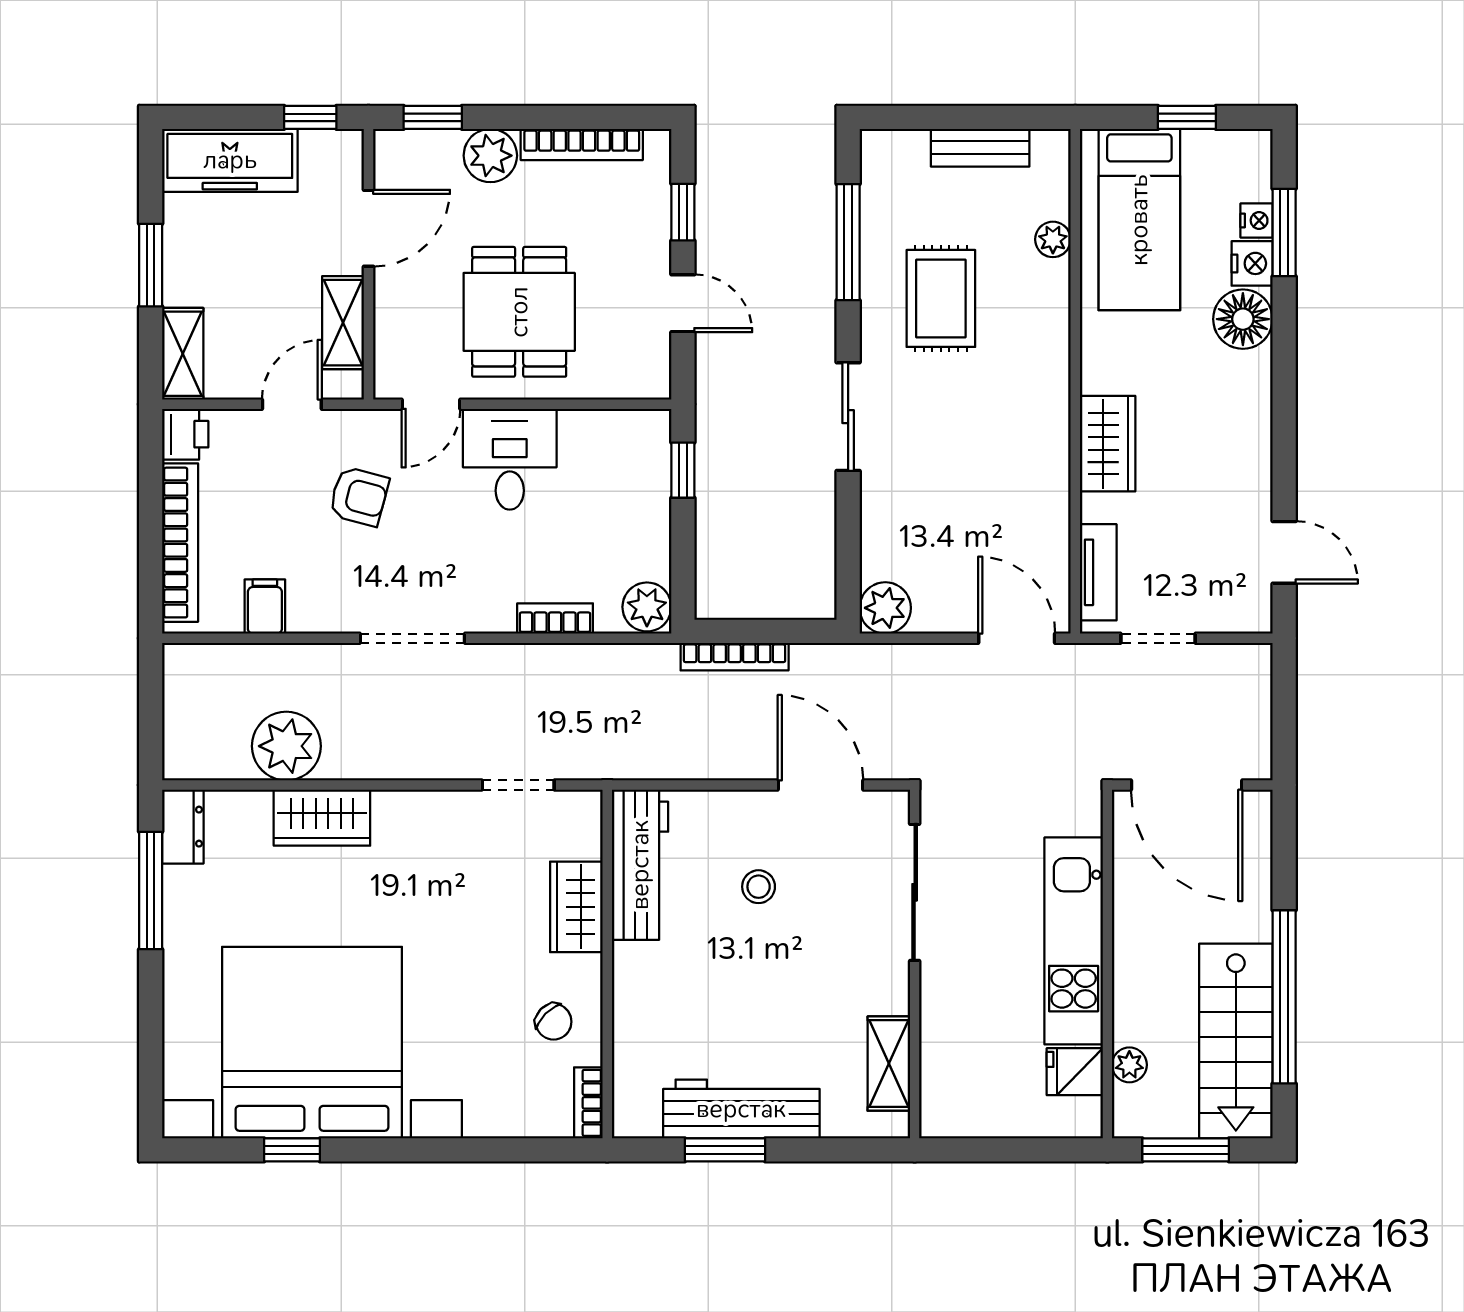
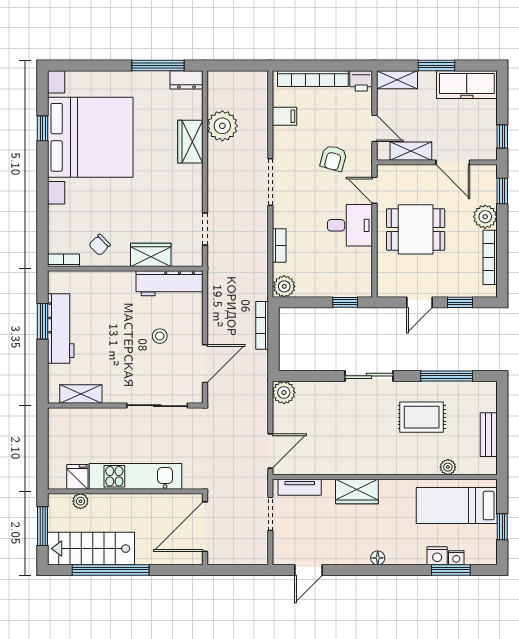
freezer: (230, 160) -> (467, 85), moved, turned -90
floor lamp: (1243, 319) -> (378, 558), moved, width x0.53, depth x0.53

